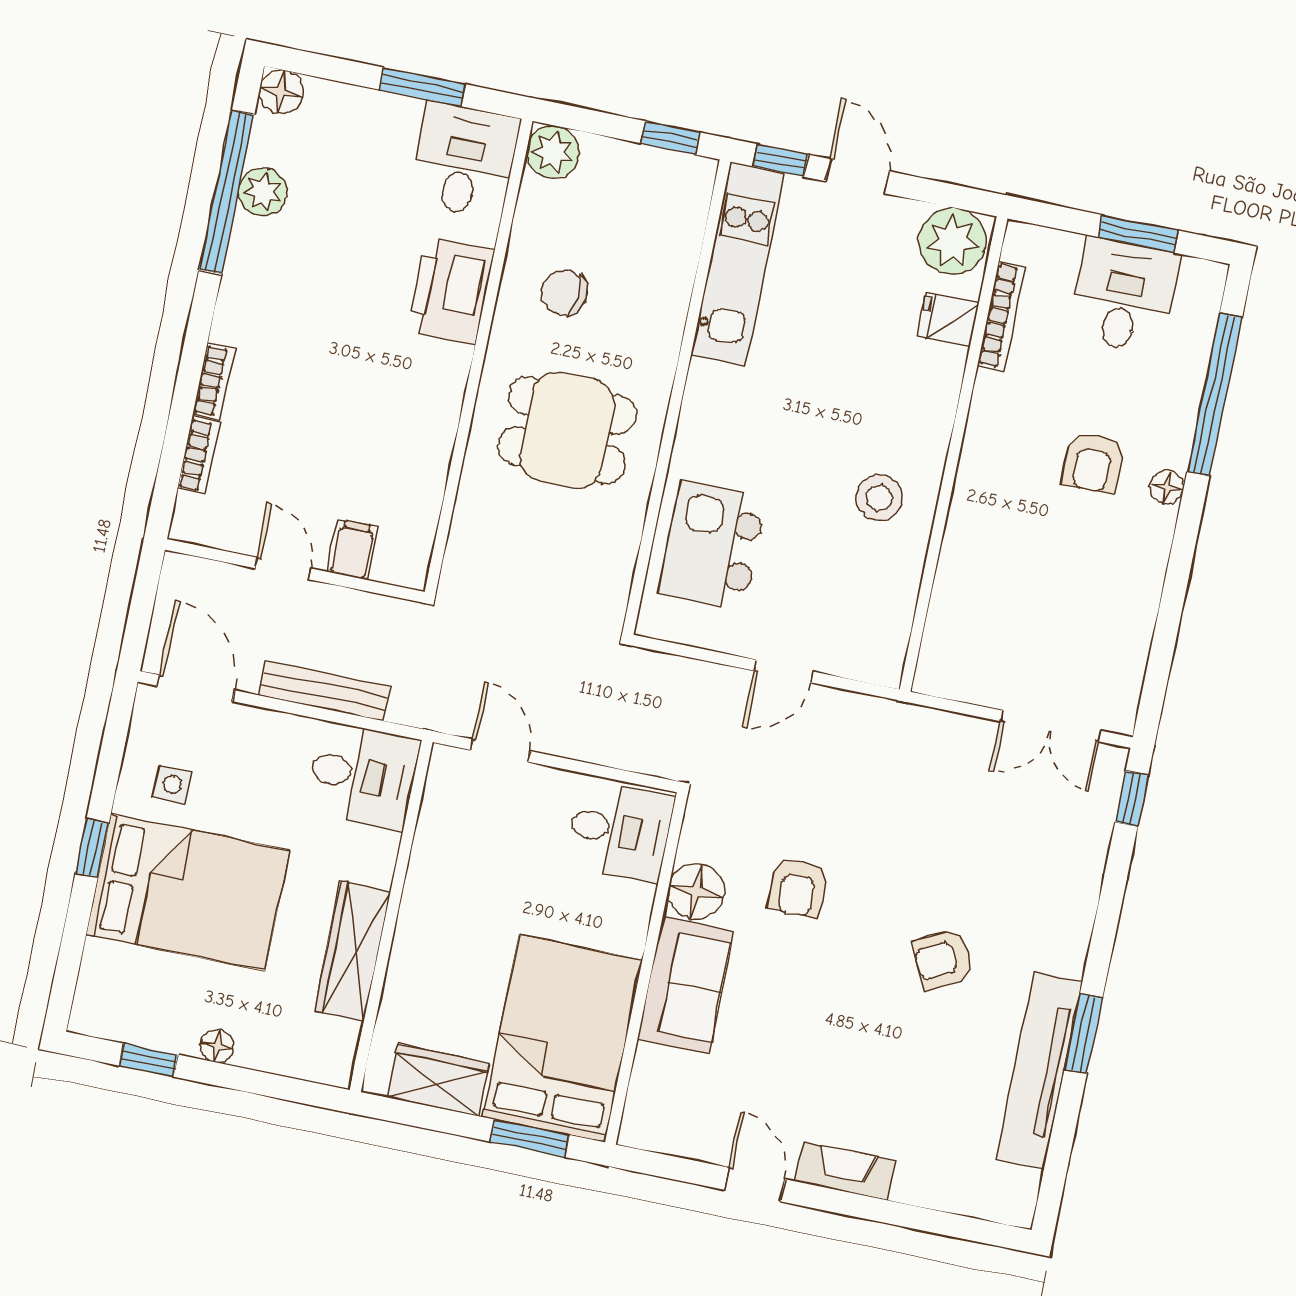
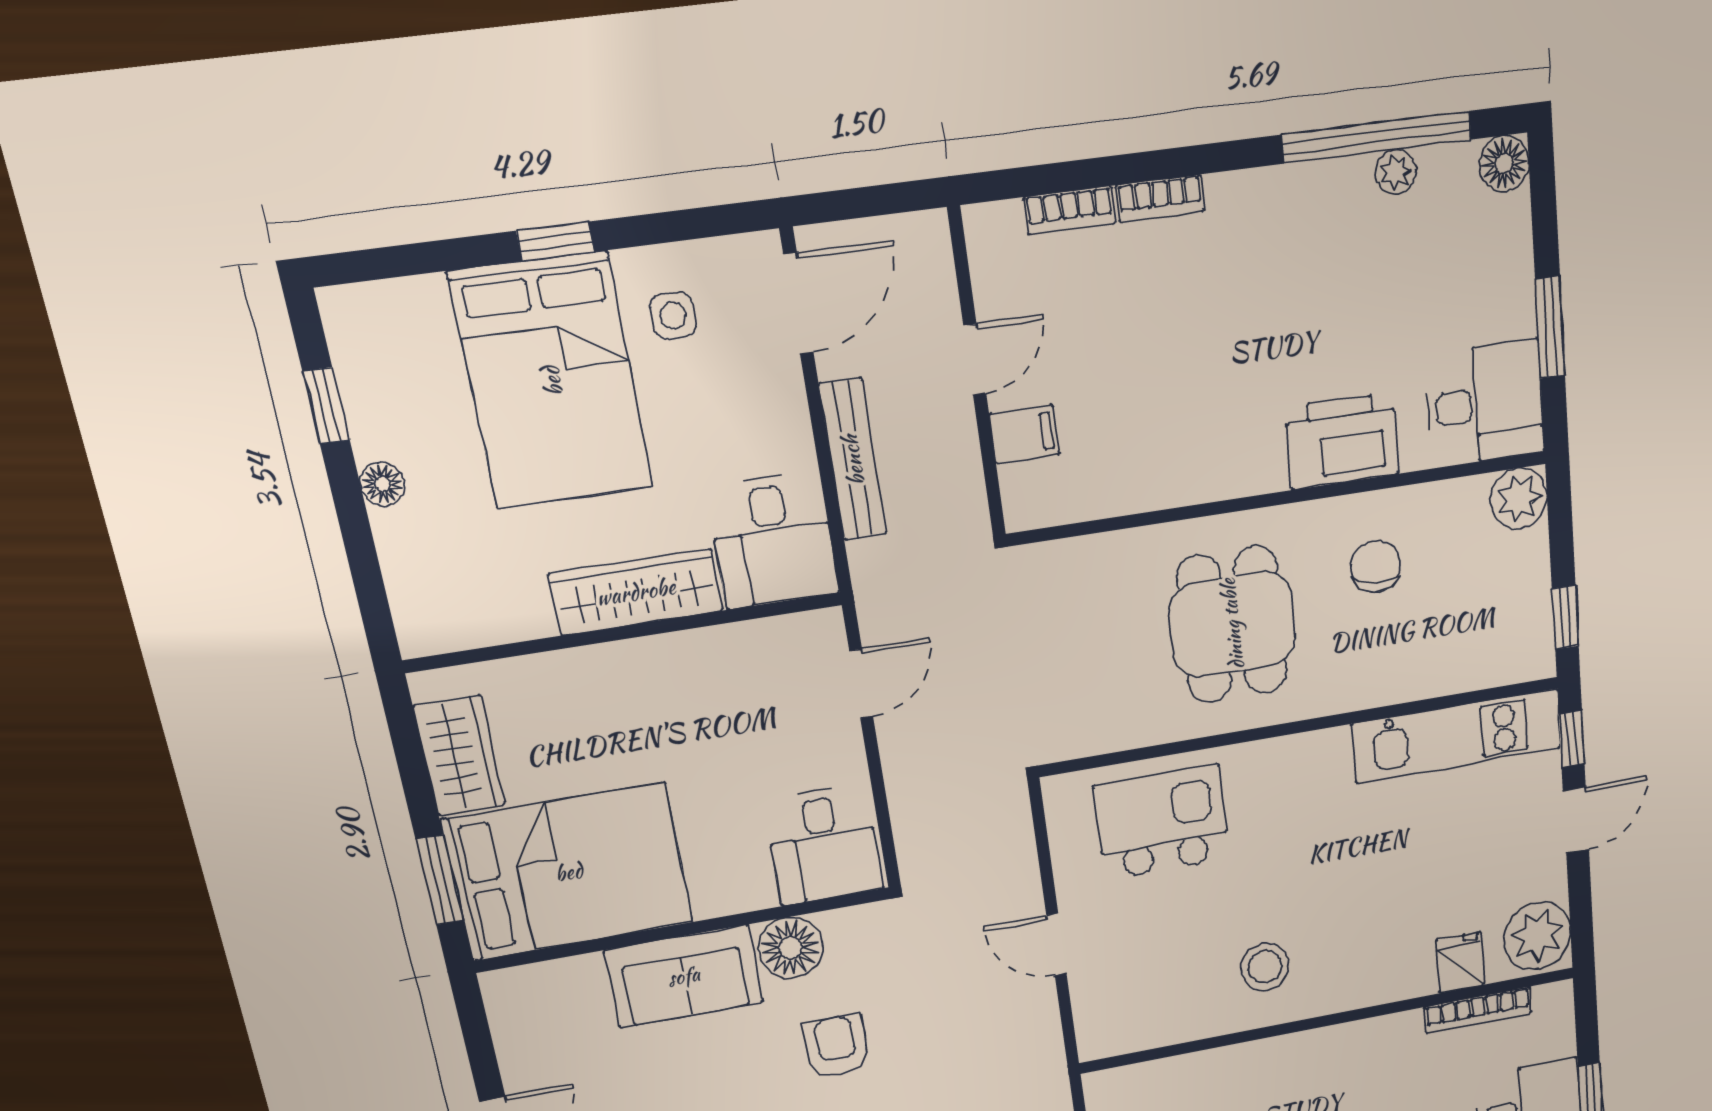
plant: (263, 192) -> (1396, 172), width x0.73, depth x0.73
armchair: (798, 888) -> (836, 1047), turned 90
wardrobe: (352, 951) -> (636, 592), moved

